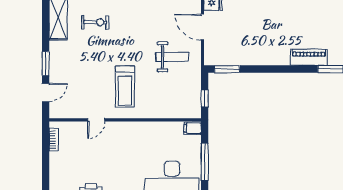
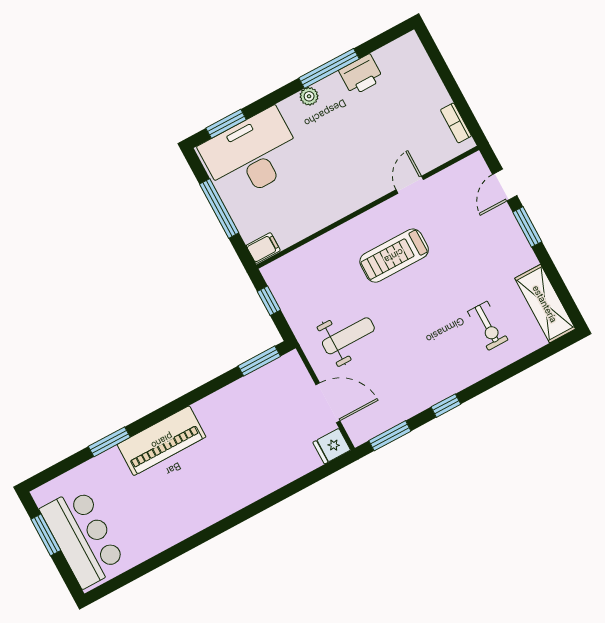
exercise bike: (95, 22) -> (488, 326), turned -90
weight bench: (172, 57) -> (348, 336), turned 180
piano: (309, 57) -> (162, 441), width x1.37, depth x1.33
treadmill: (125, 87) -> (394, 256), turned -90

